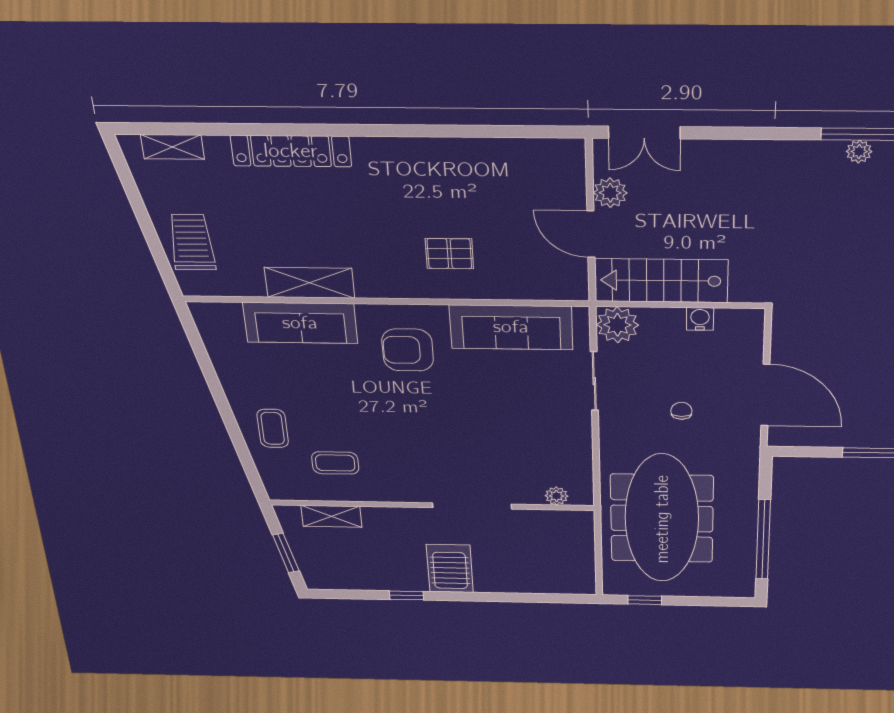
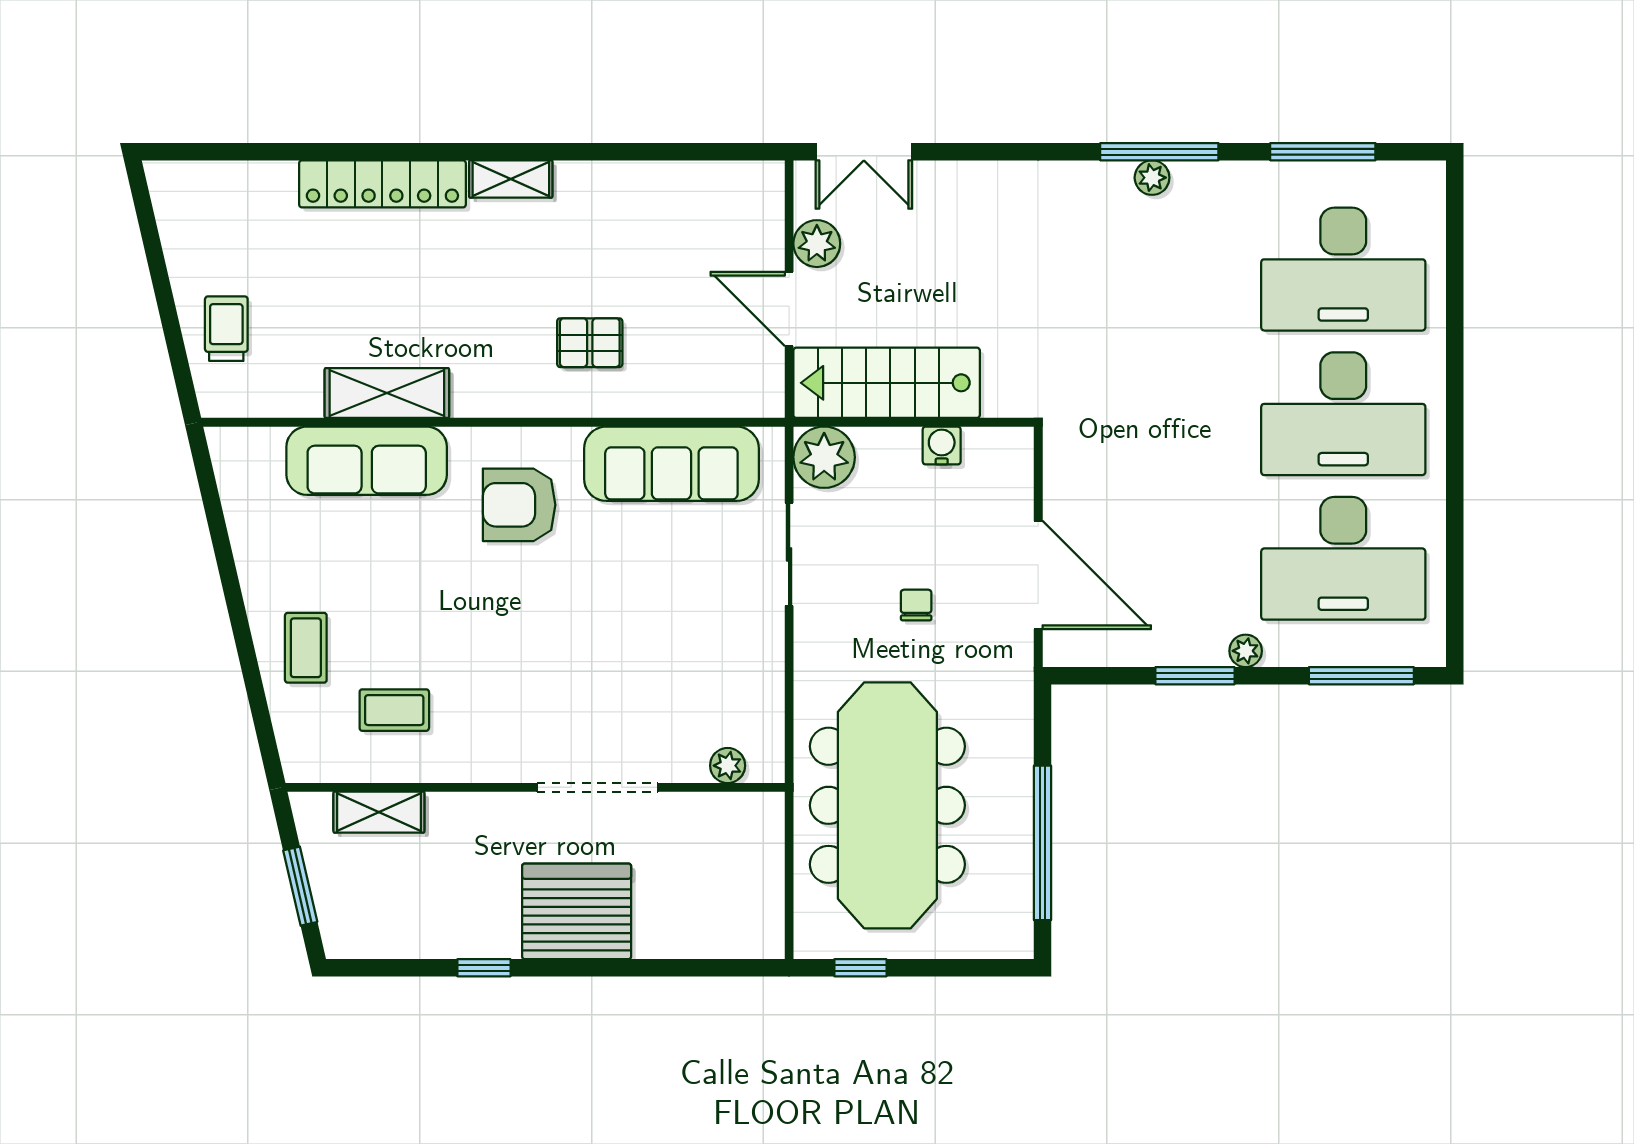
shelving: (172, 147) -> (511, 179), moved
trolley: (192, 242) -> (226, 329), width x0.73, depth x0.72
server rack: (450, 569) -> (577, 911), width x1.60

